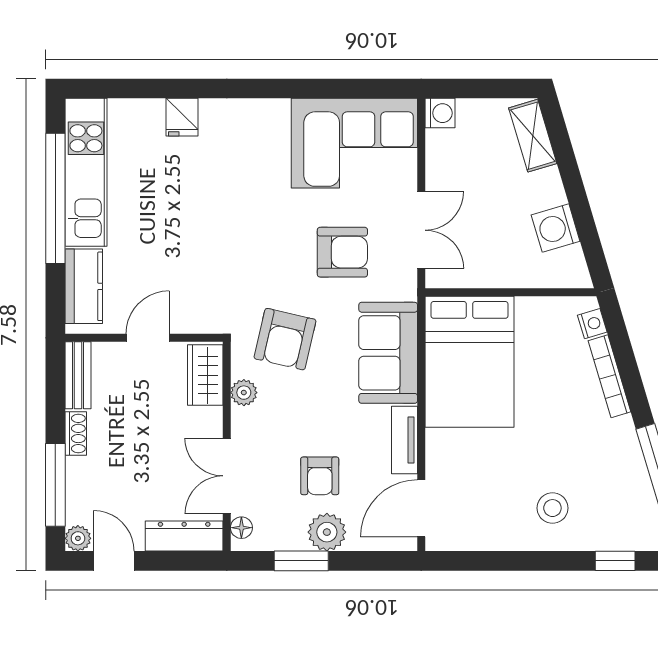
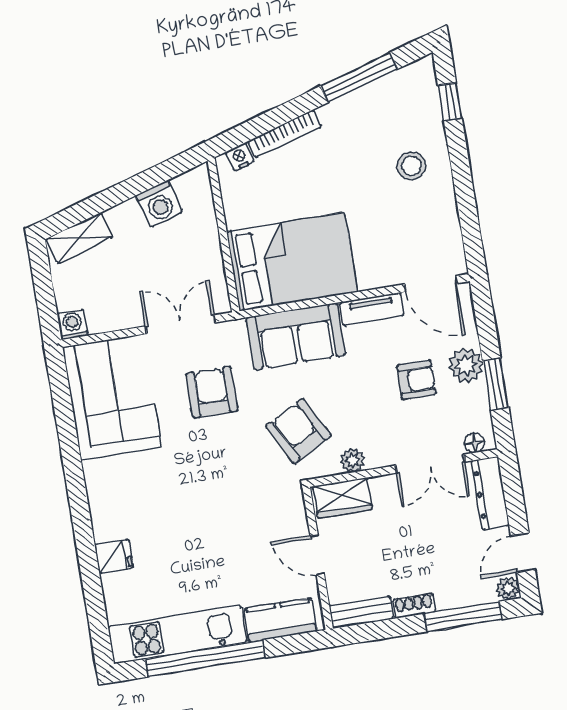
armchair: (285, 339) -> (298, 431), turned -131

